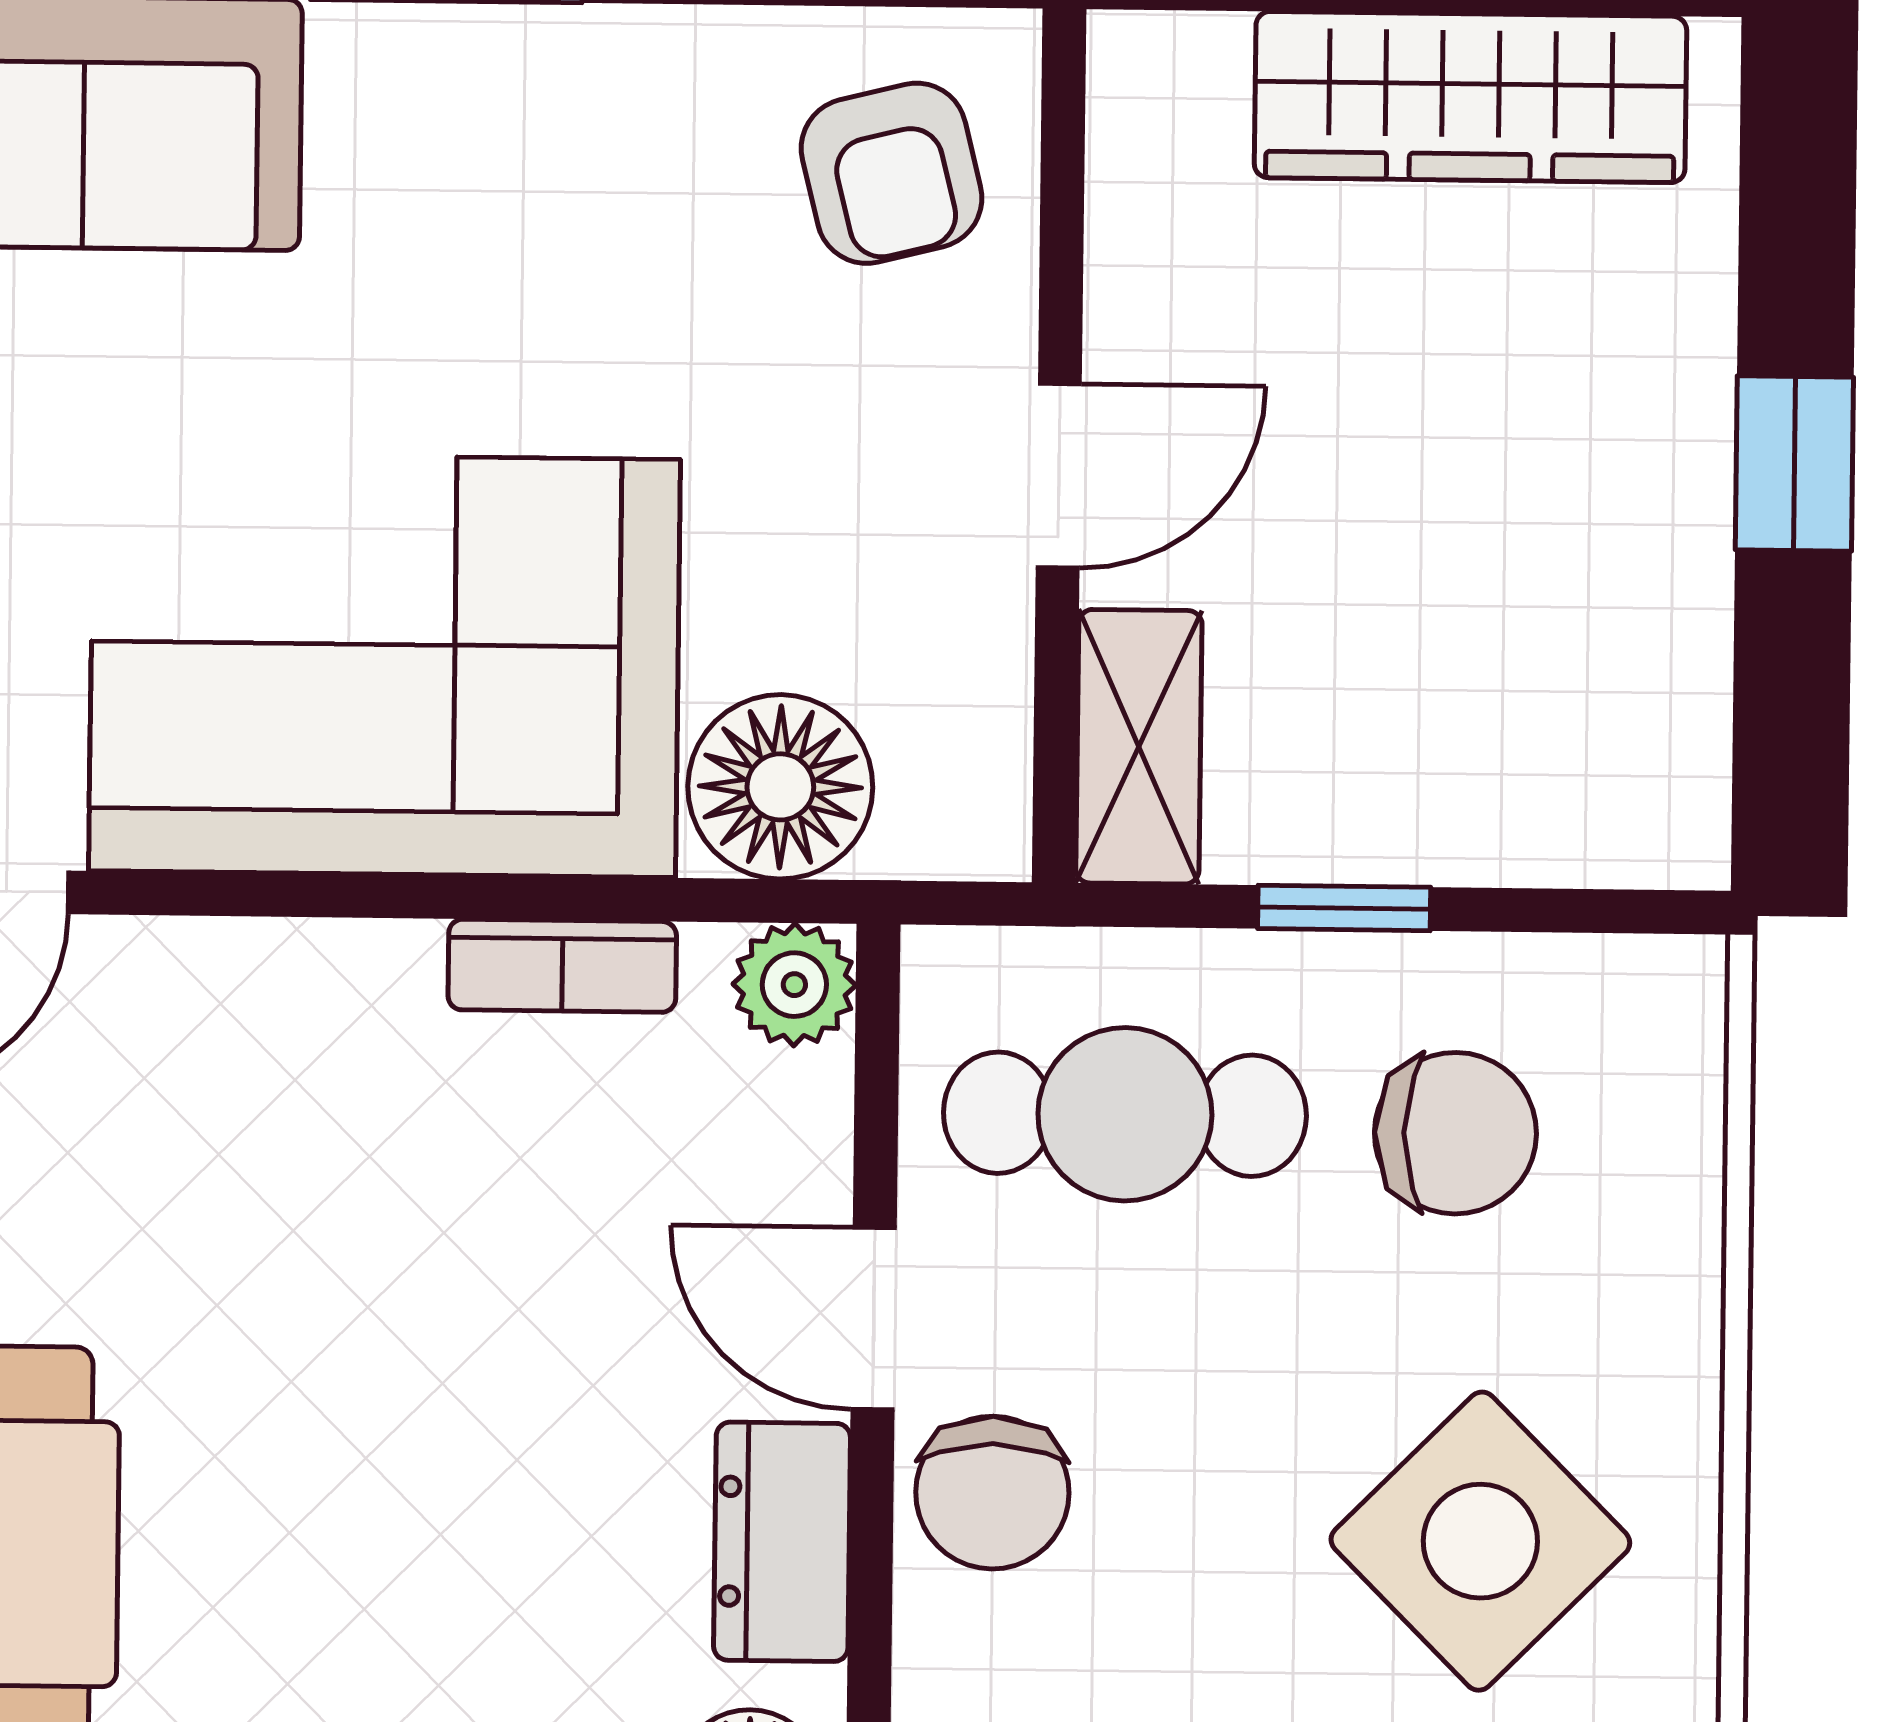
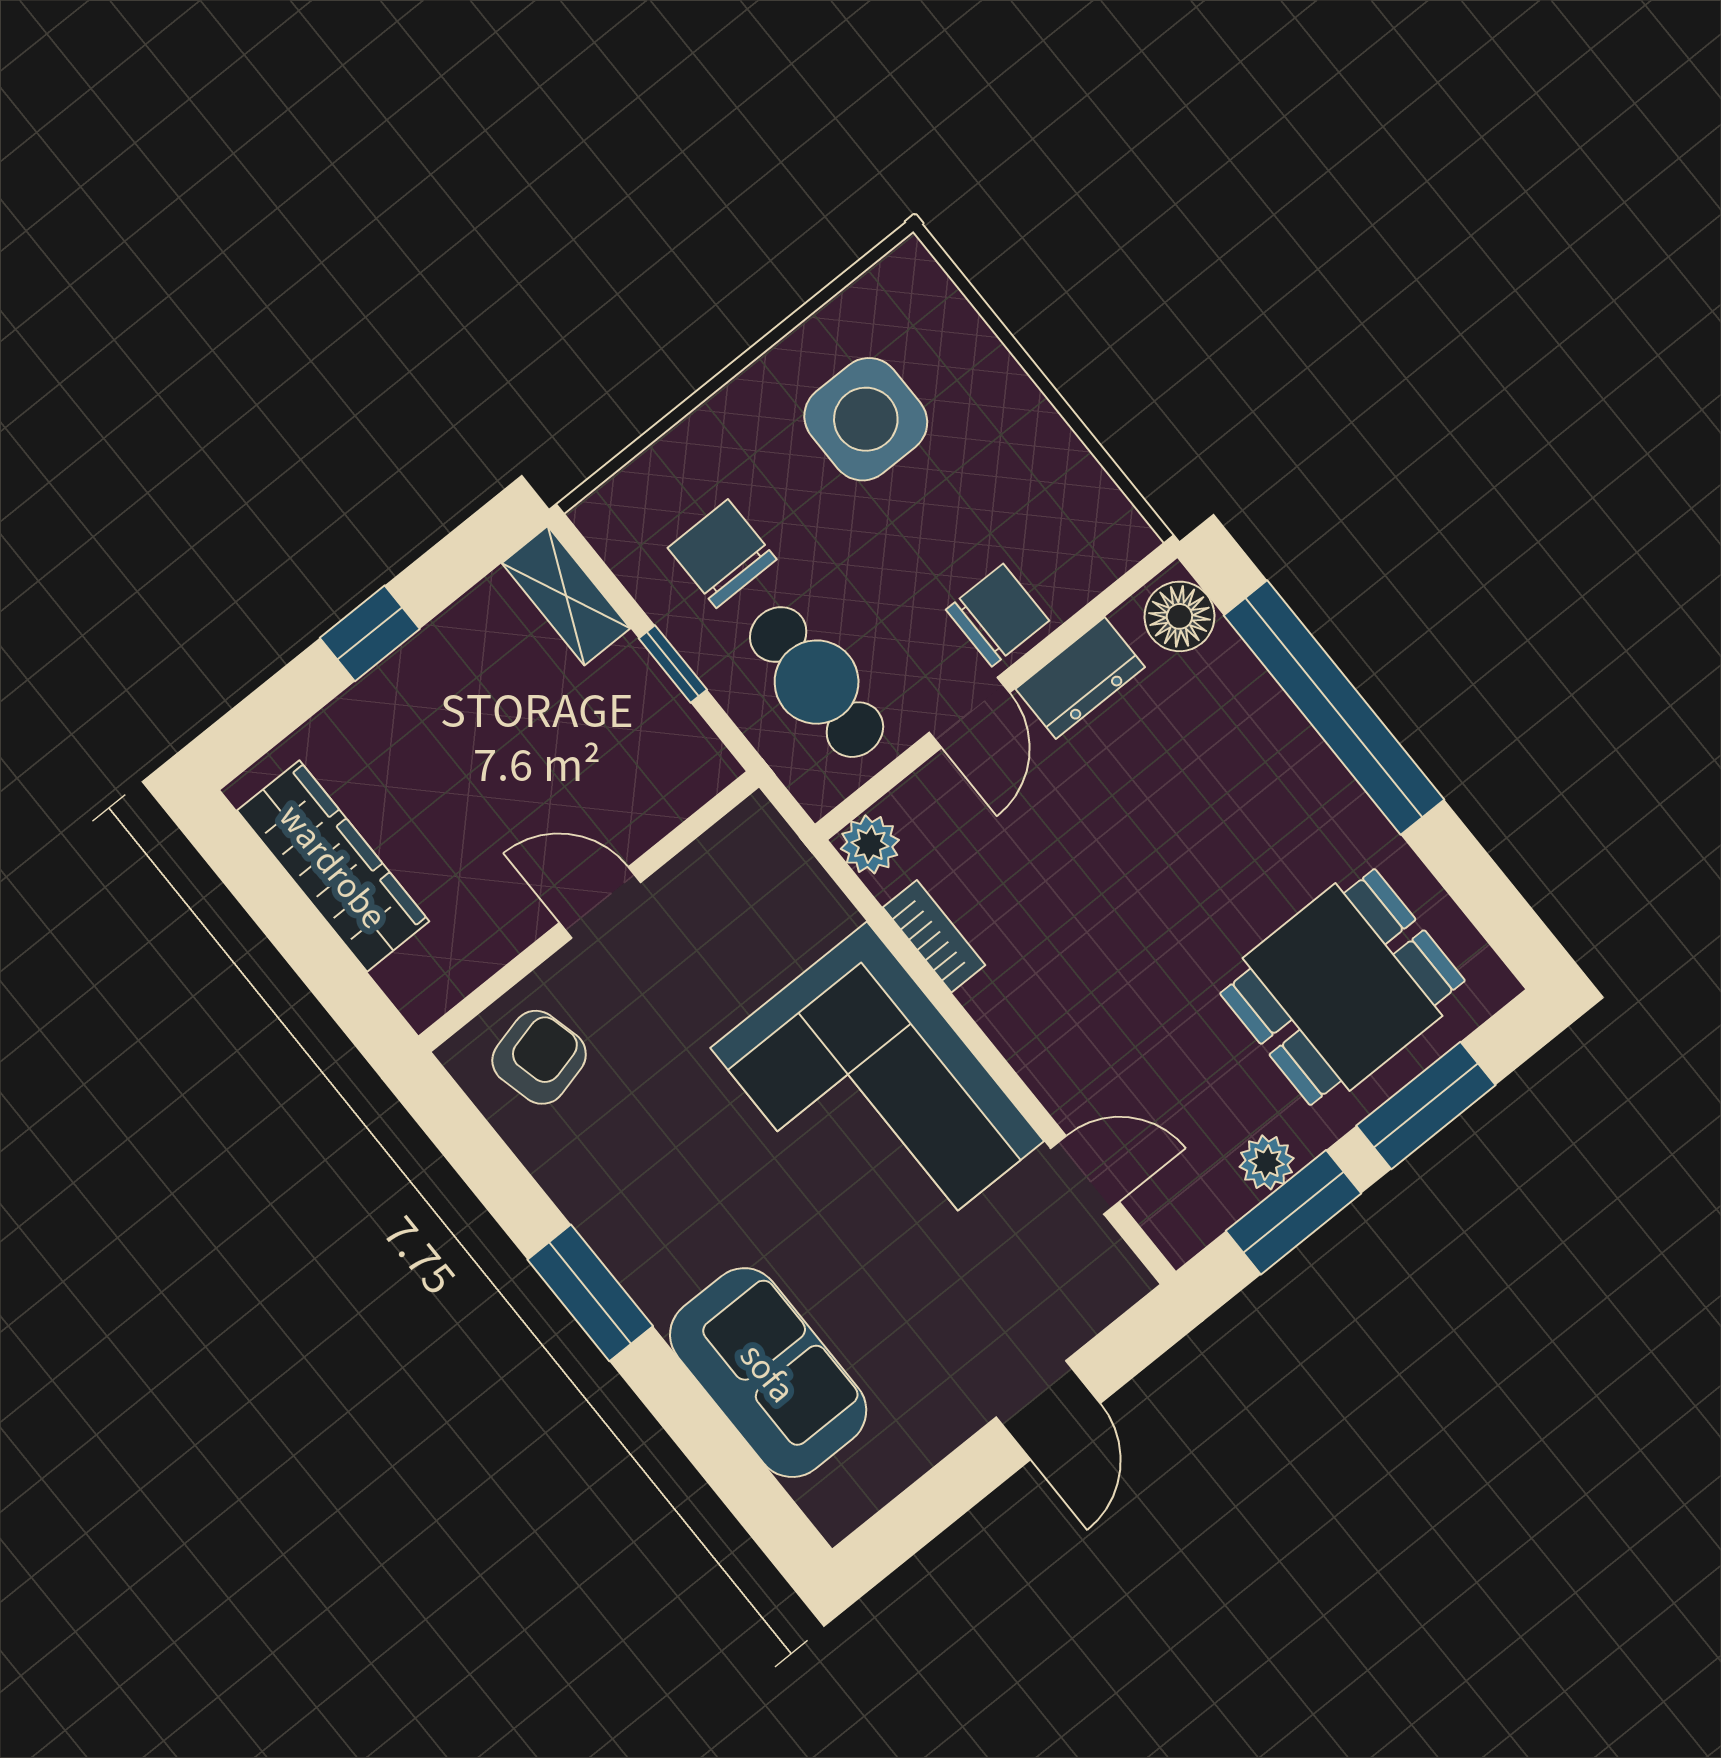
shelving: (1139, 747) -> (566, 596), moved, turned 90
floor lamp: (780, 787) -> (801, 910), removed
side table: (1480, 1541) -> (866, 419), turned 45

